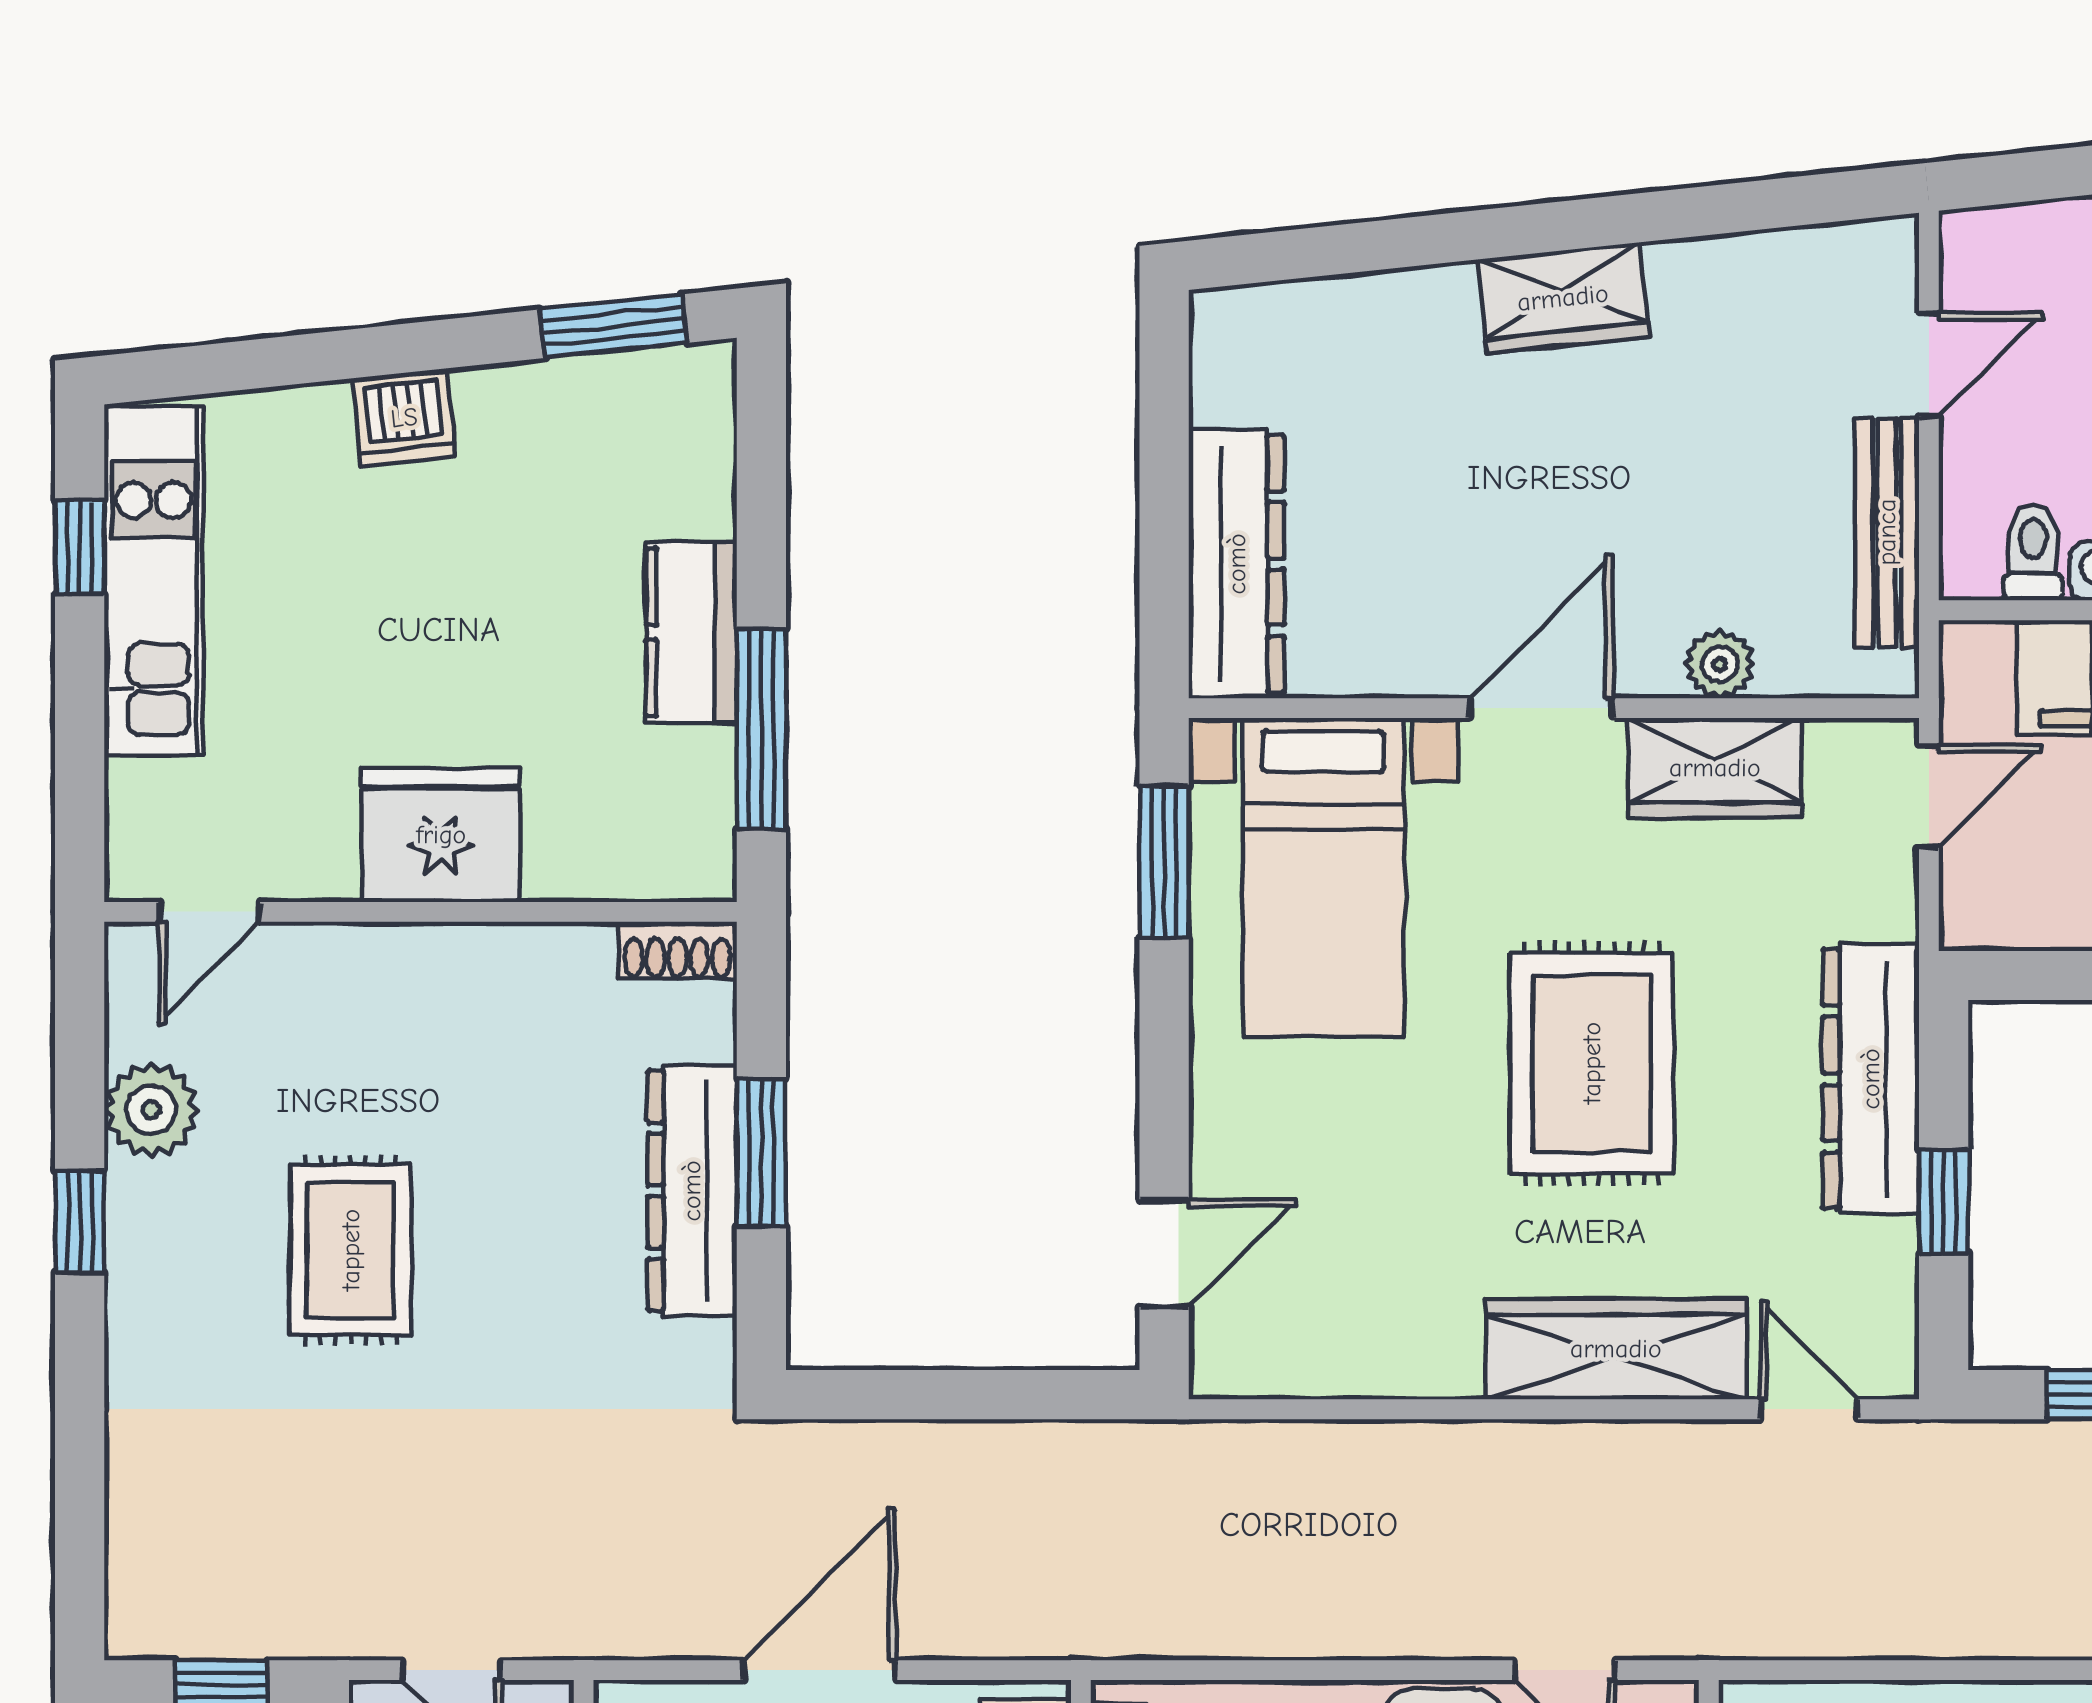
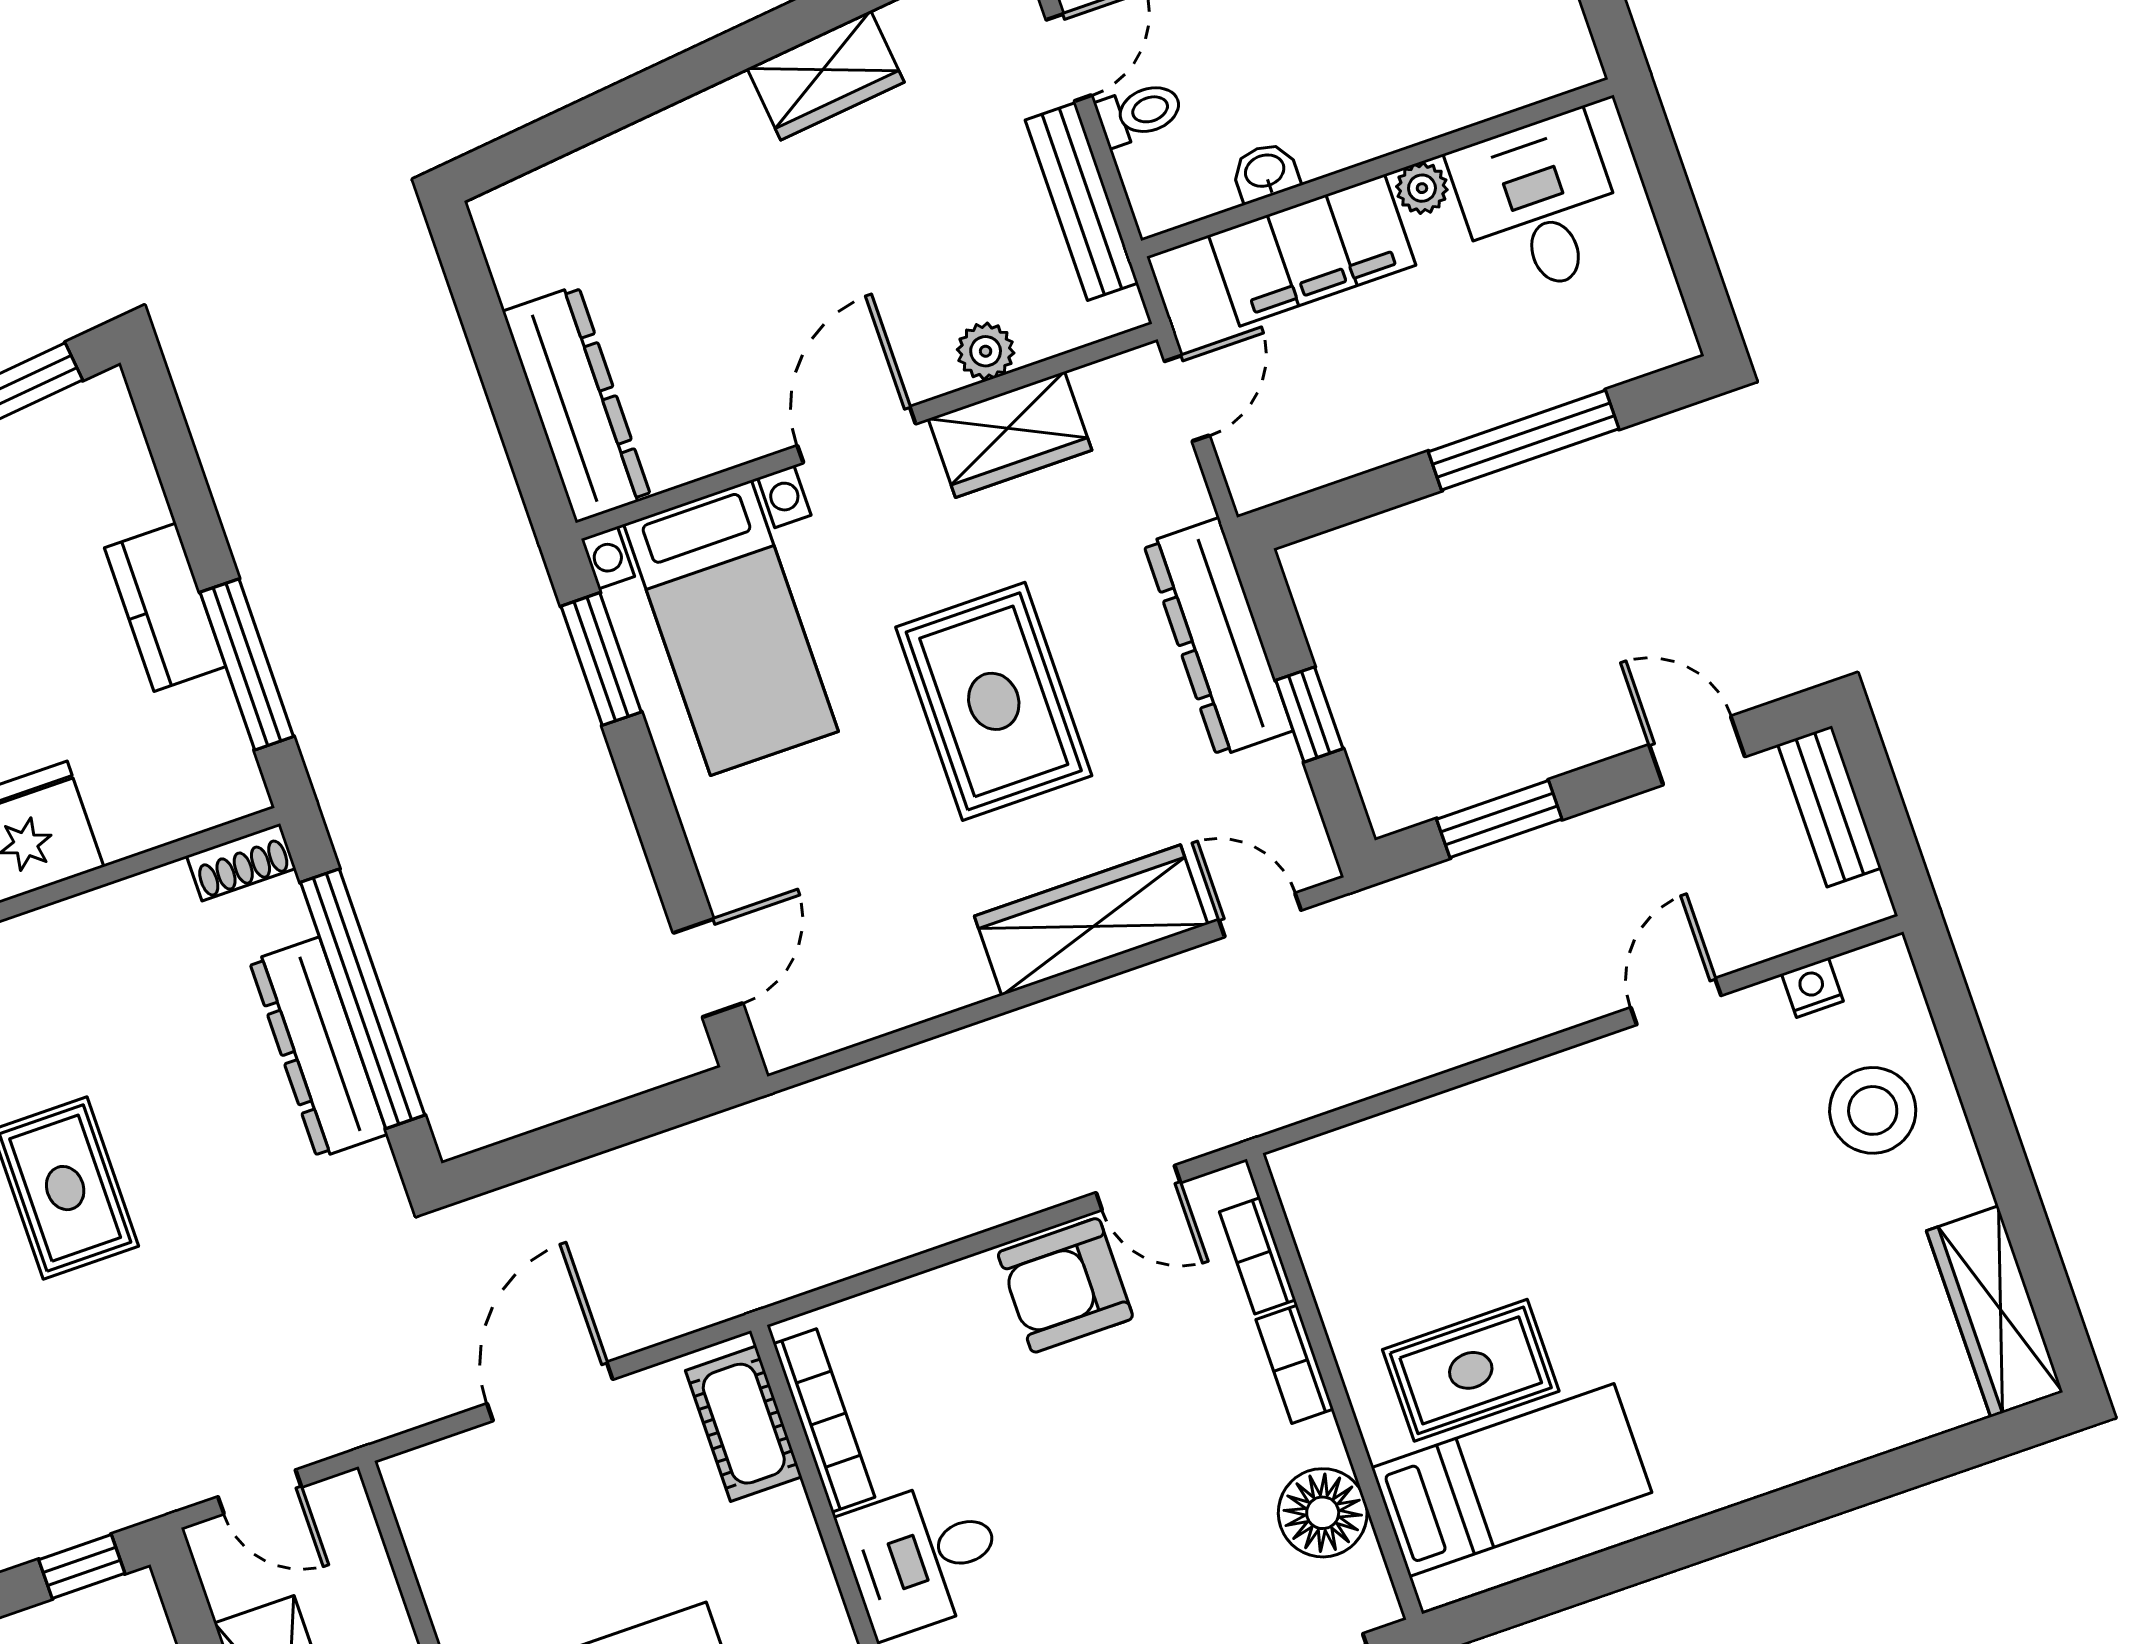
wardrobe: (1563, 298) -> (826, 75), moved
toilet: (2033, 552) -> (1139, 113), moved, turned 90
window: (761, 1153) -> (363, 999), width x2.11

